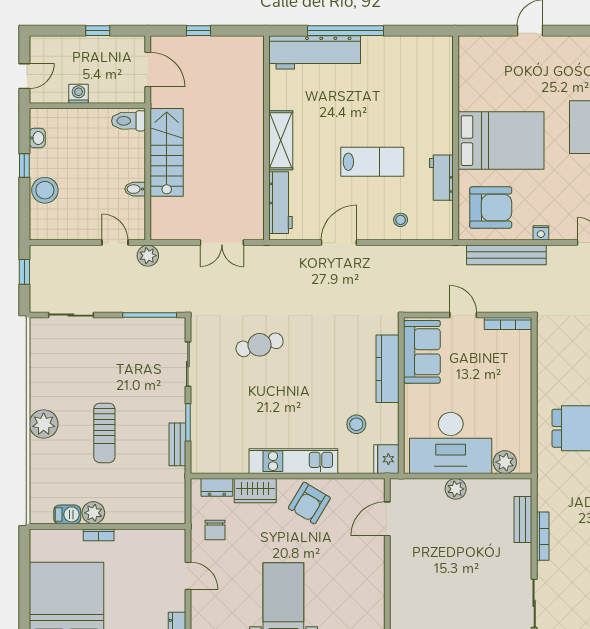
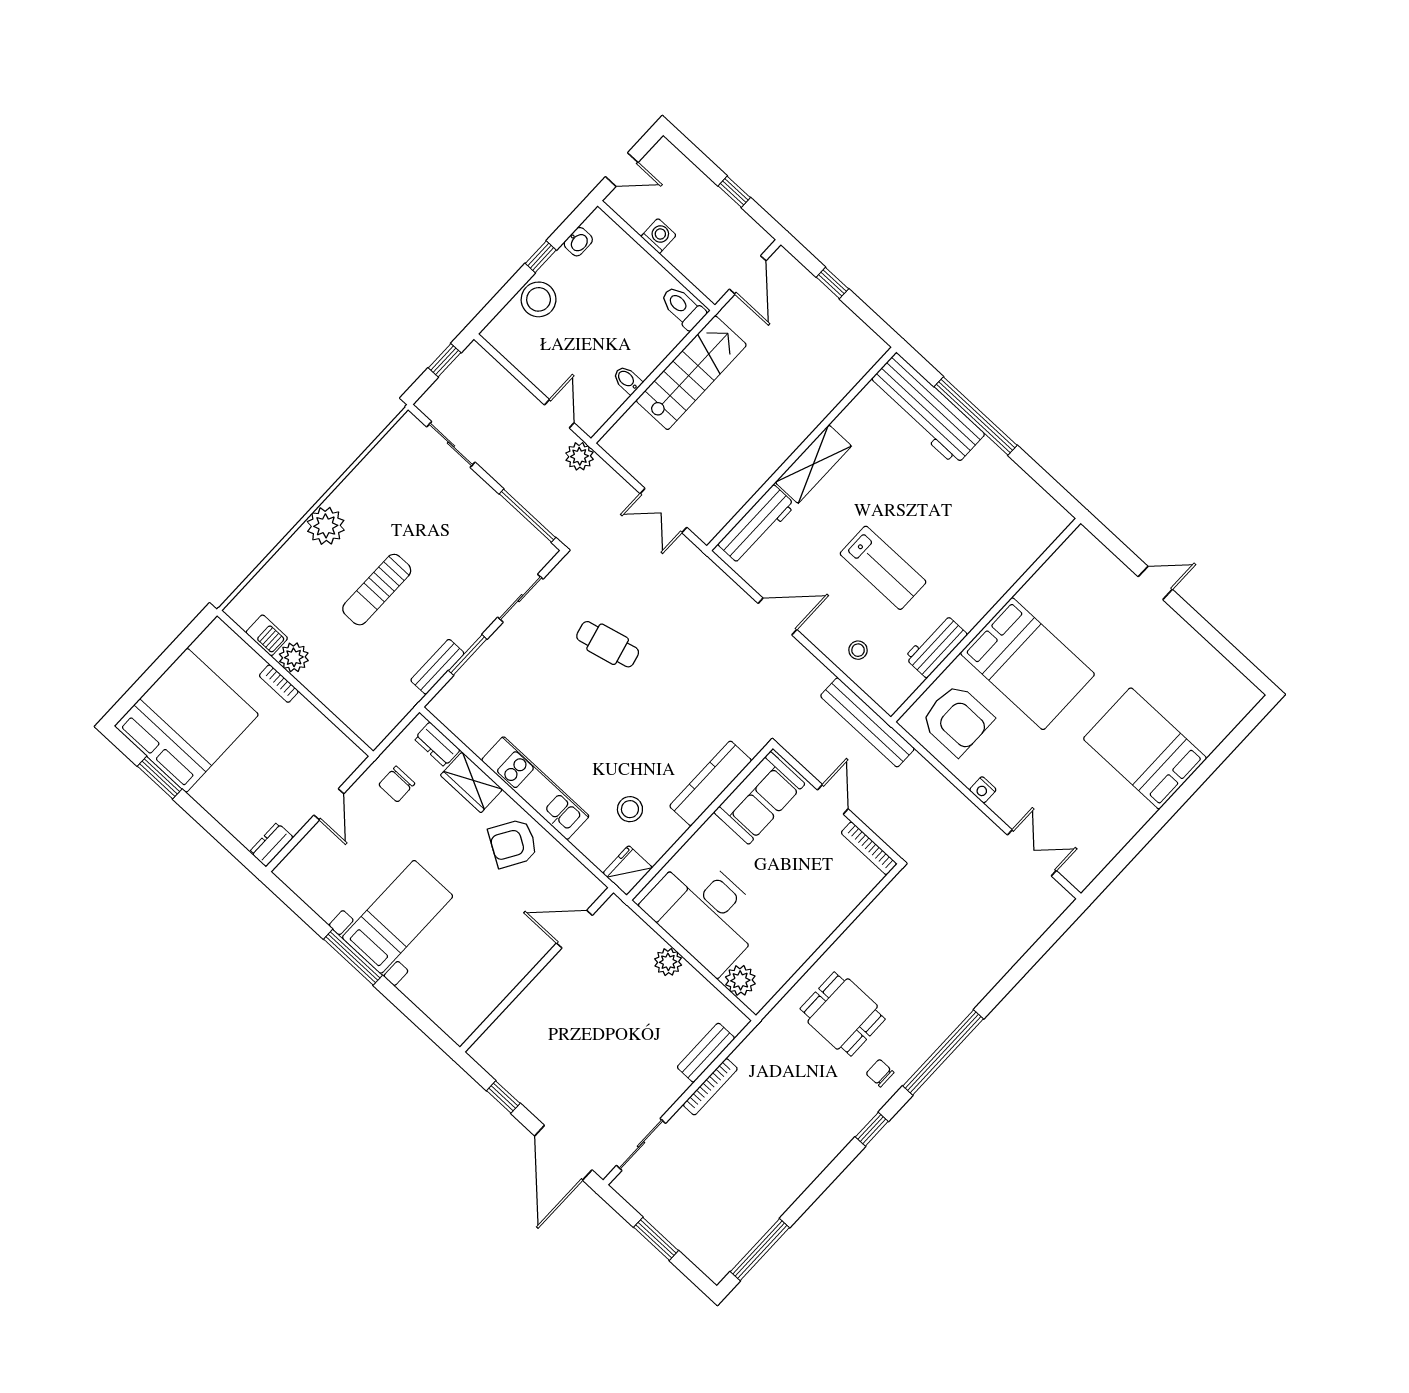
bench: (506, 255) -> (867, 722), moved

